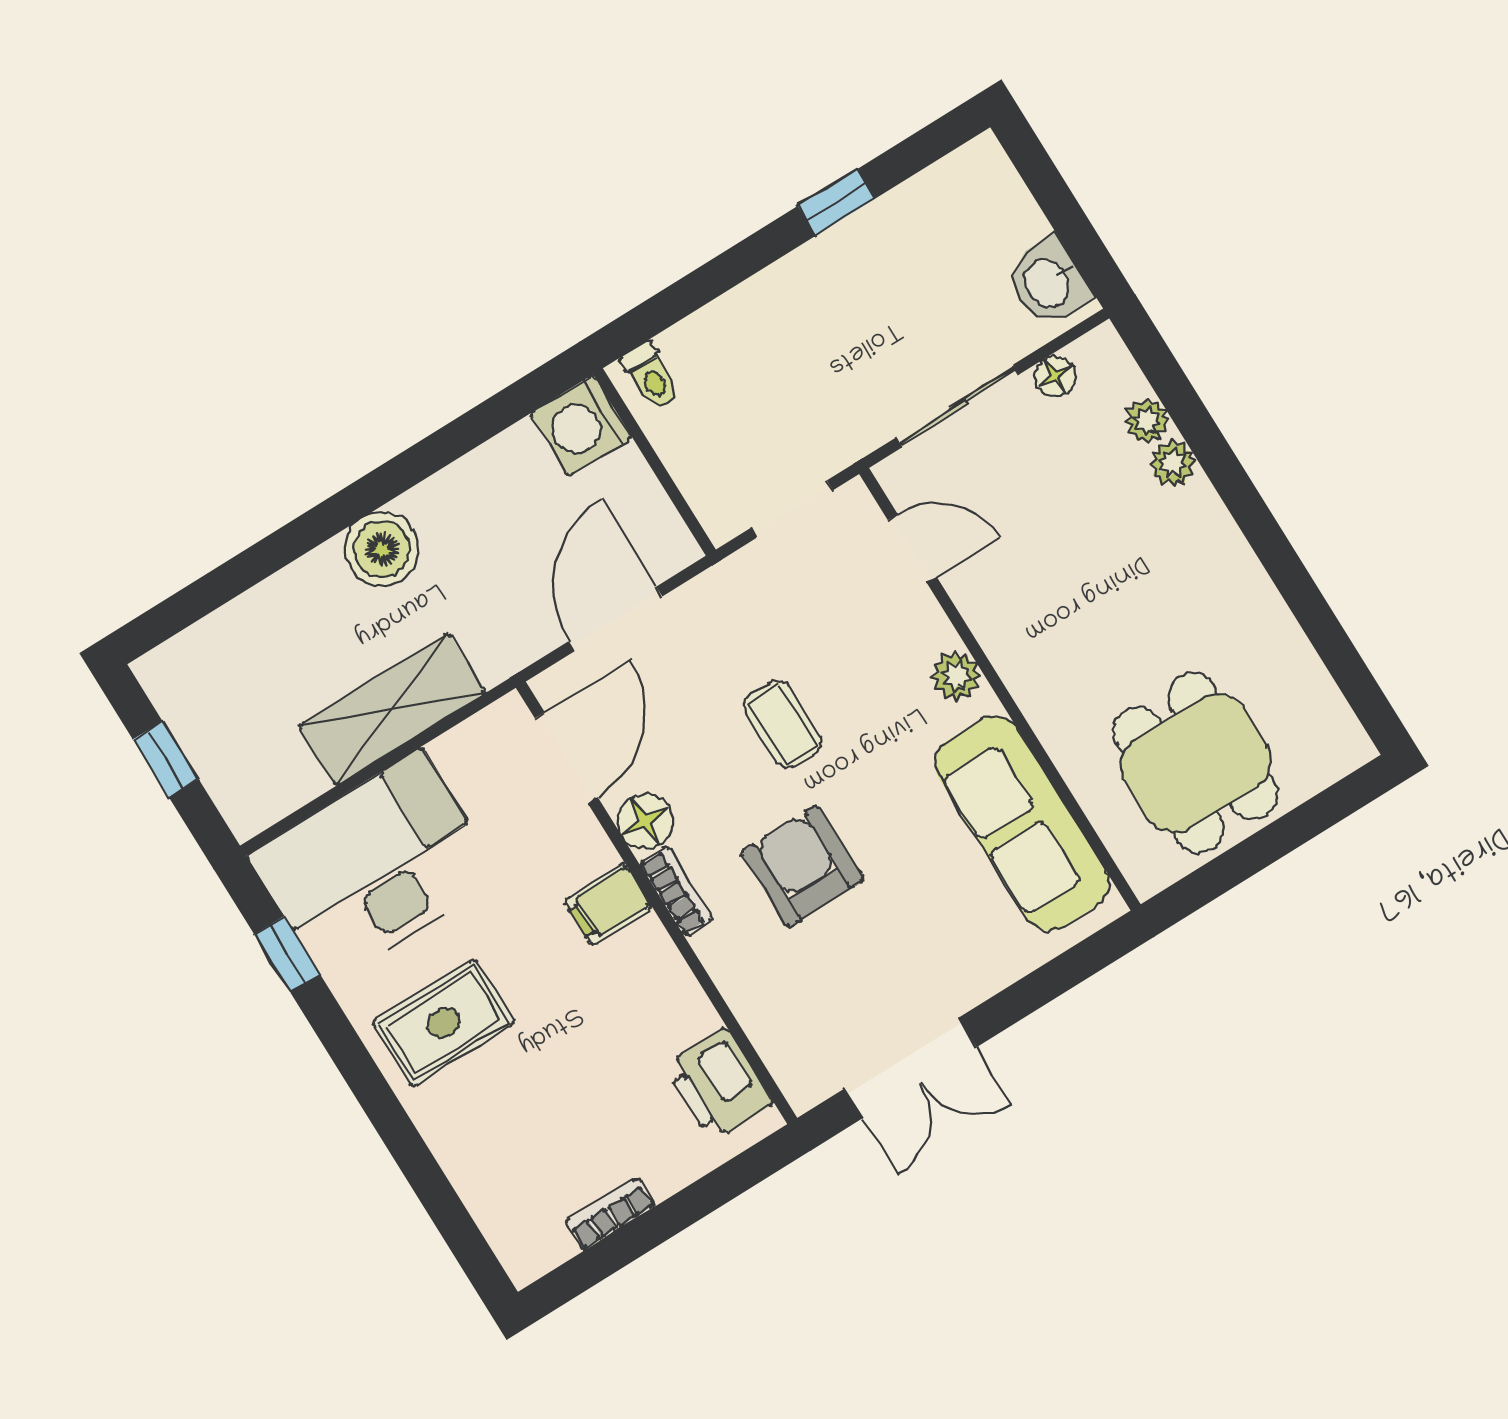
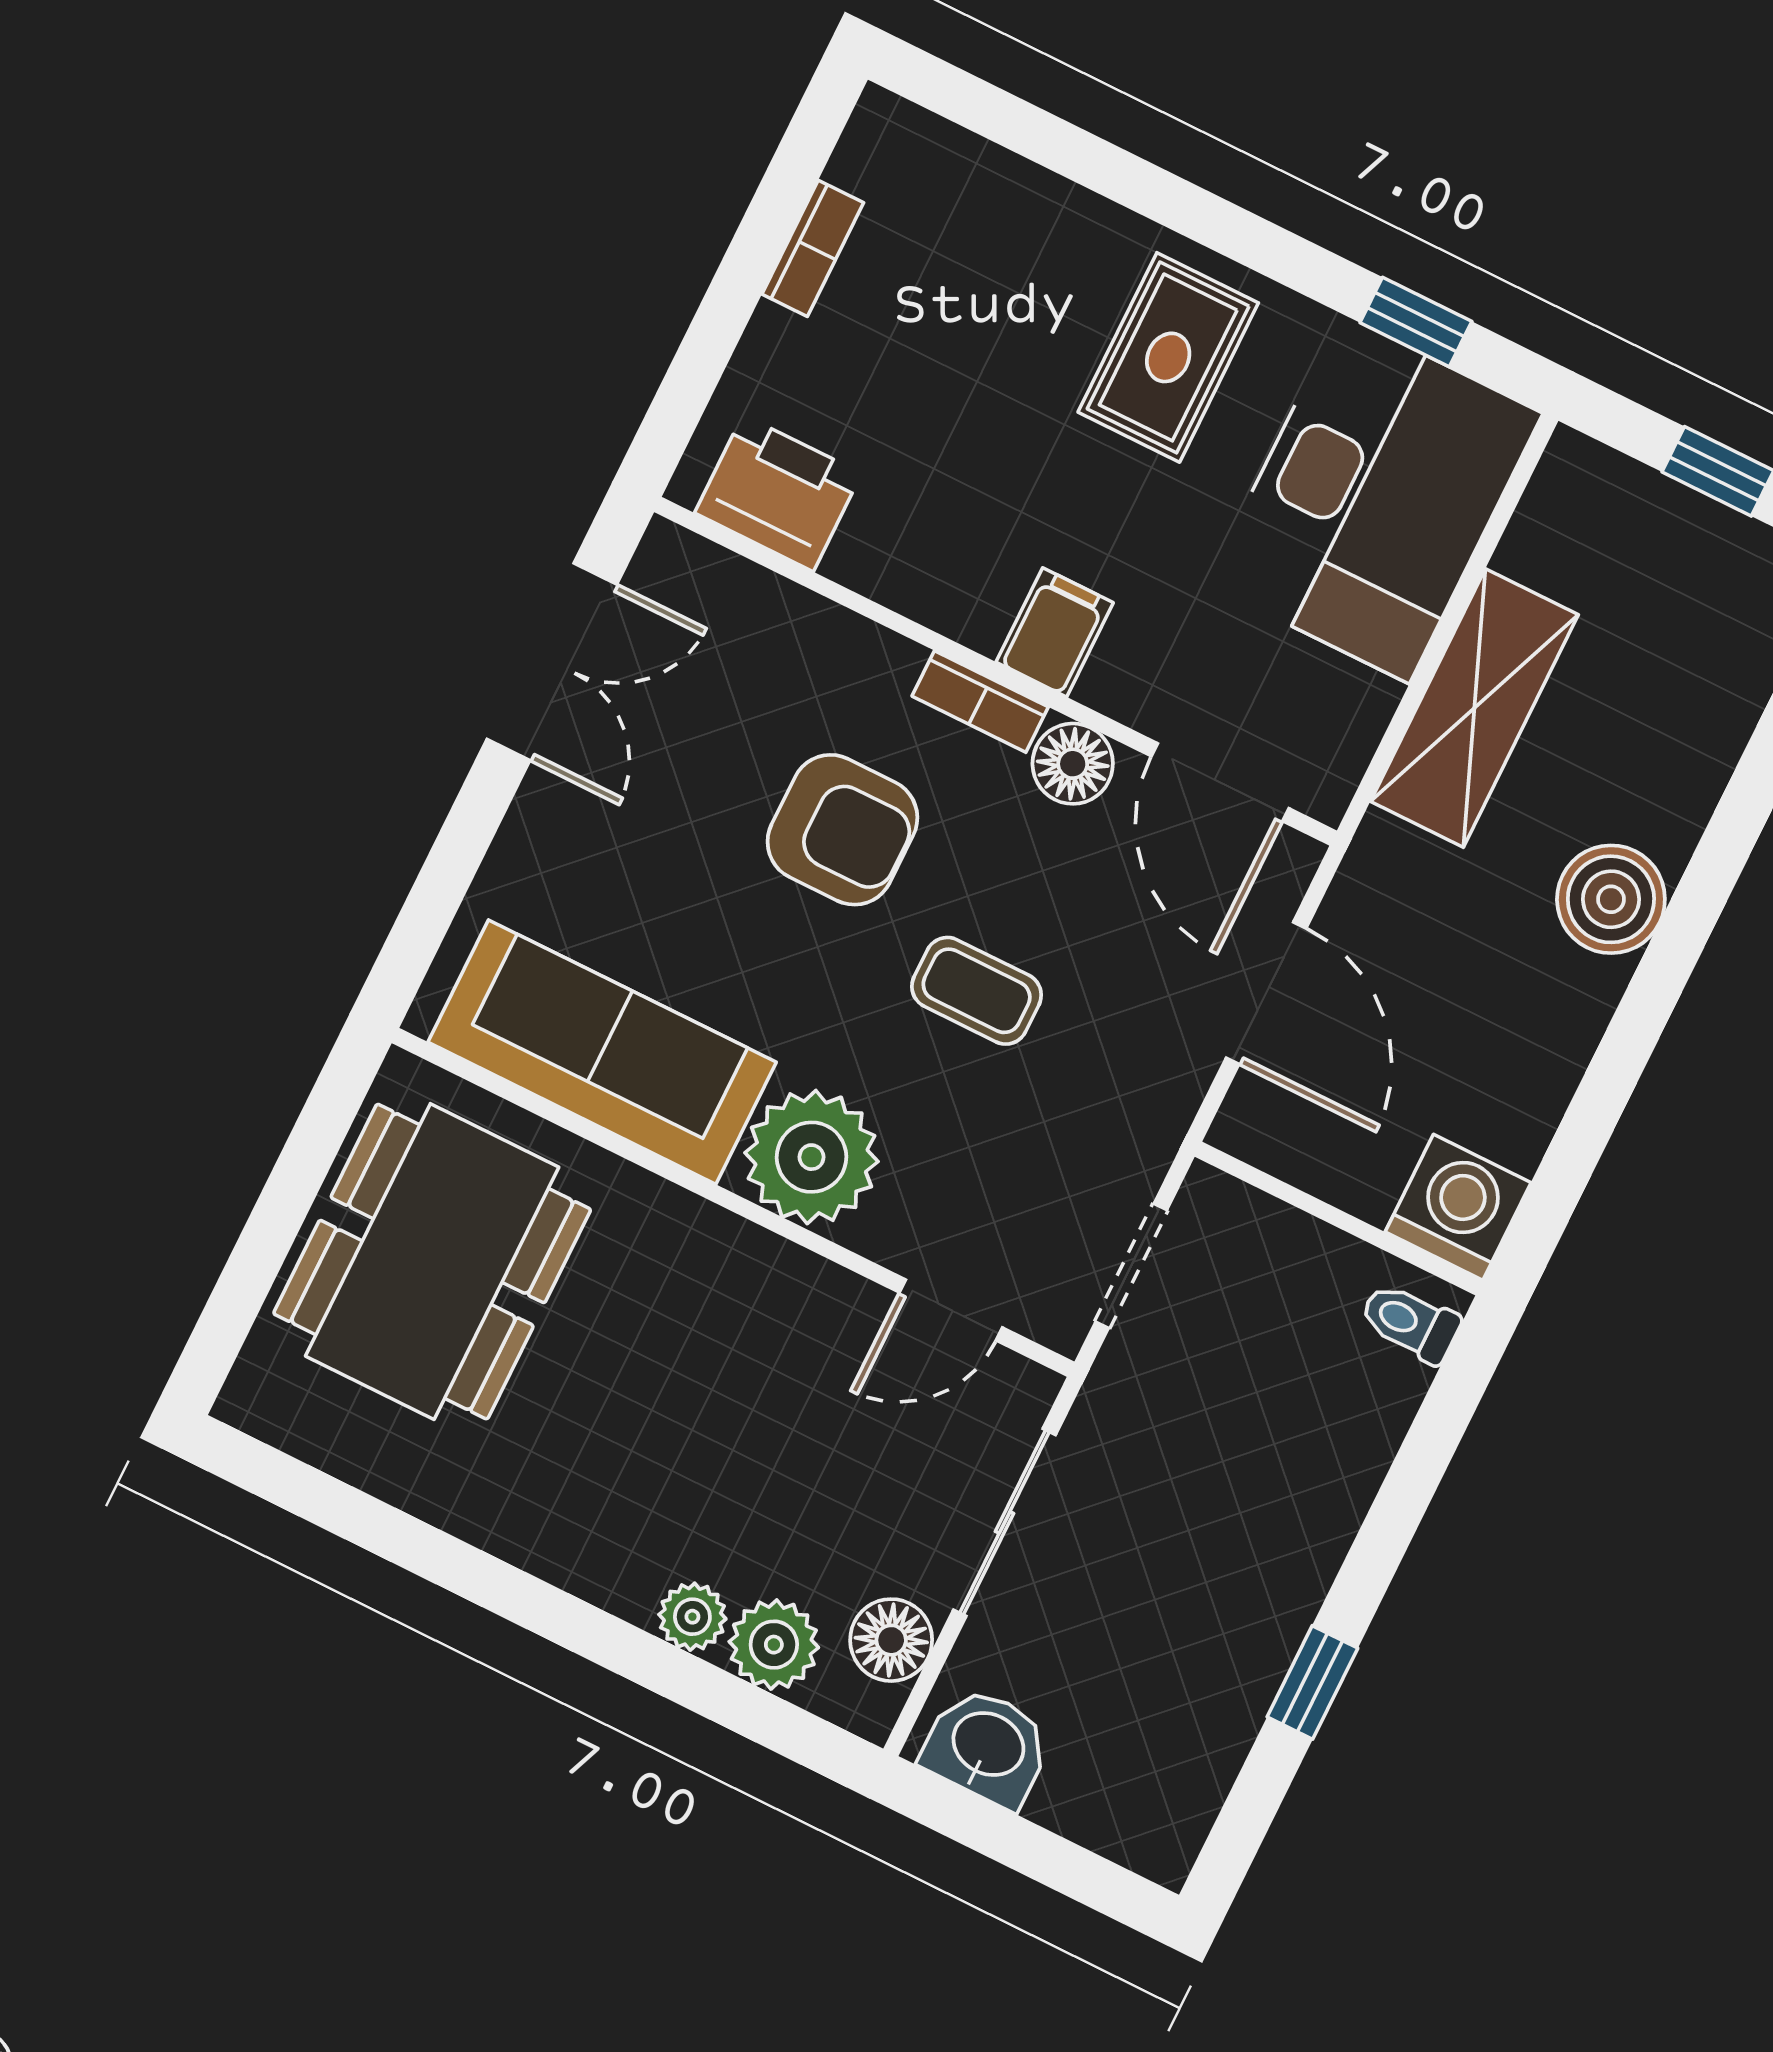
floor lamp: (1055, 376) -> (891, 1640), width x1.37, depth x1.37
plant: (1147, 421) -> (774, 1645), width x1.38, depth x1.38
plant: (956, 676) -> (811, 1157), width x1.87, depth x1.87
dining table: (1196, 763) -> (432, 1262), width x1.38
double door: (911, 1068) -> (552, 662), swing flipped

